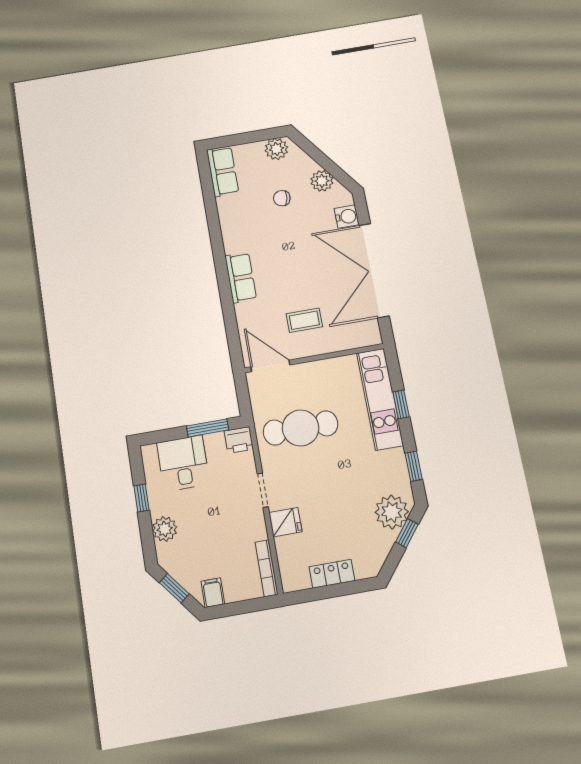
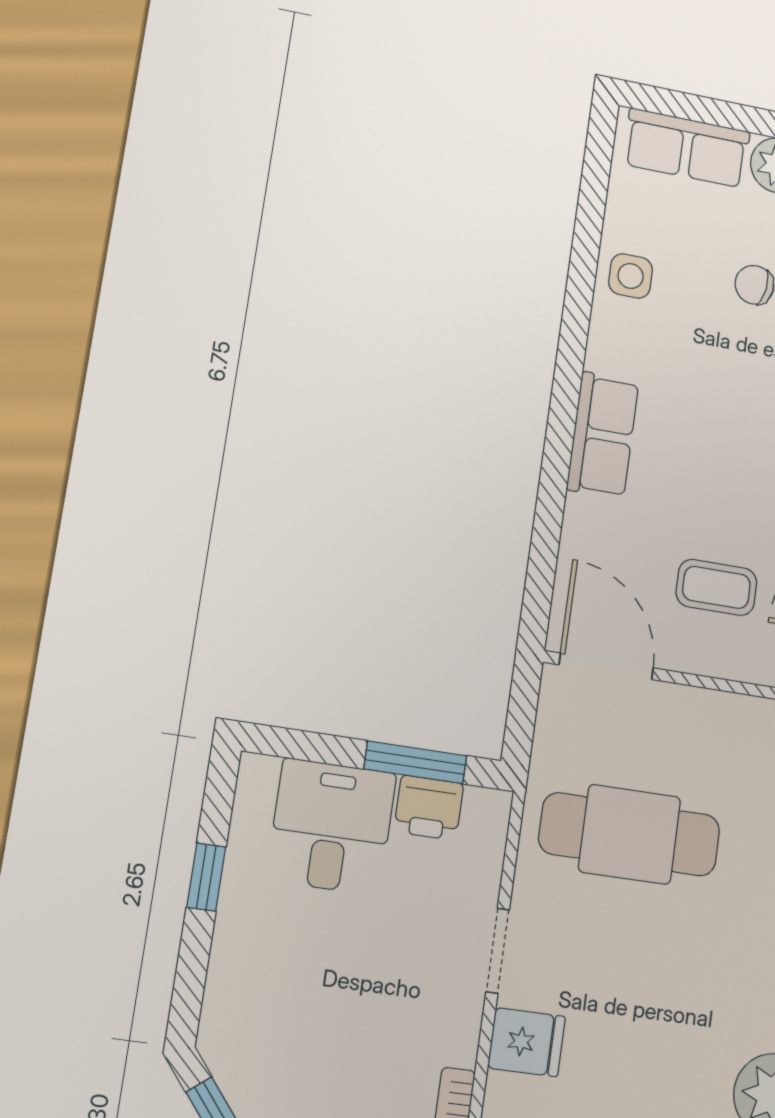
row of seats: (223, 171) -> (687, 148), moved, turned 90
side table: (232, 213) -> (631, 276), added
printer: (239, 440) -> (429, 808), moved
plant: (165, 529) -> (239, 969), removed

